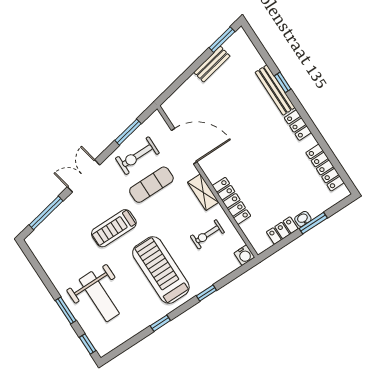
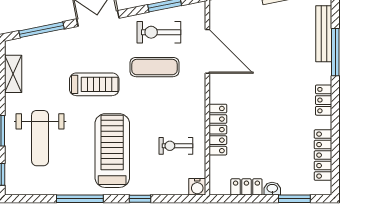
window: (283, 82) -> (335, 52), width x2.17
bench: (275, 90) -> (324, 34), moved
shelving: (203, 192) -> (13, 74), moved
window: (313, 223) -> (294, 199), moved
treadmill: (114, 228) -> (94, 84), turned 180
window: (160, 323) -> (80, 199), width x2.17

